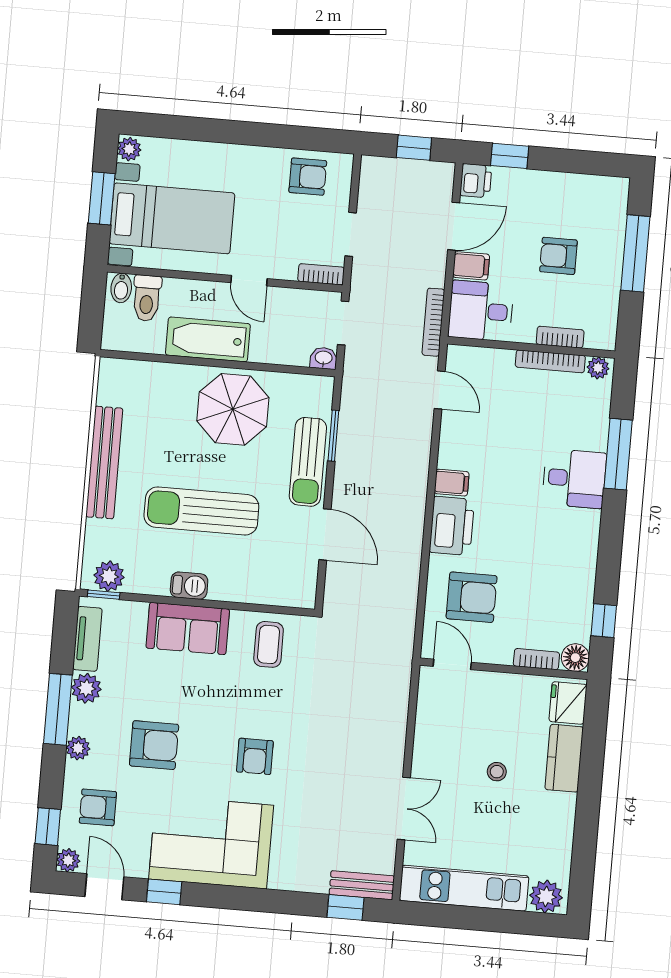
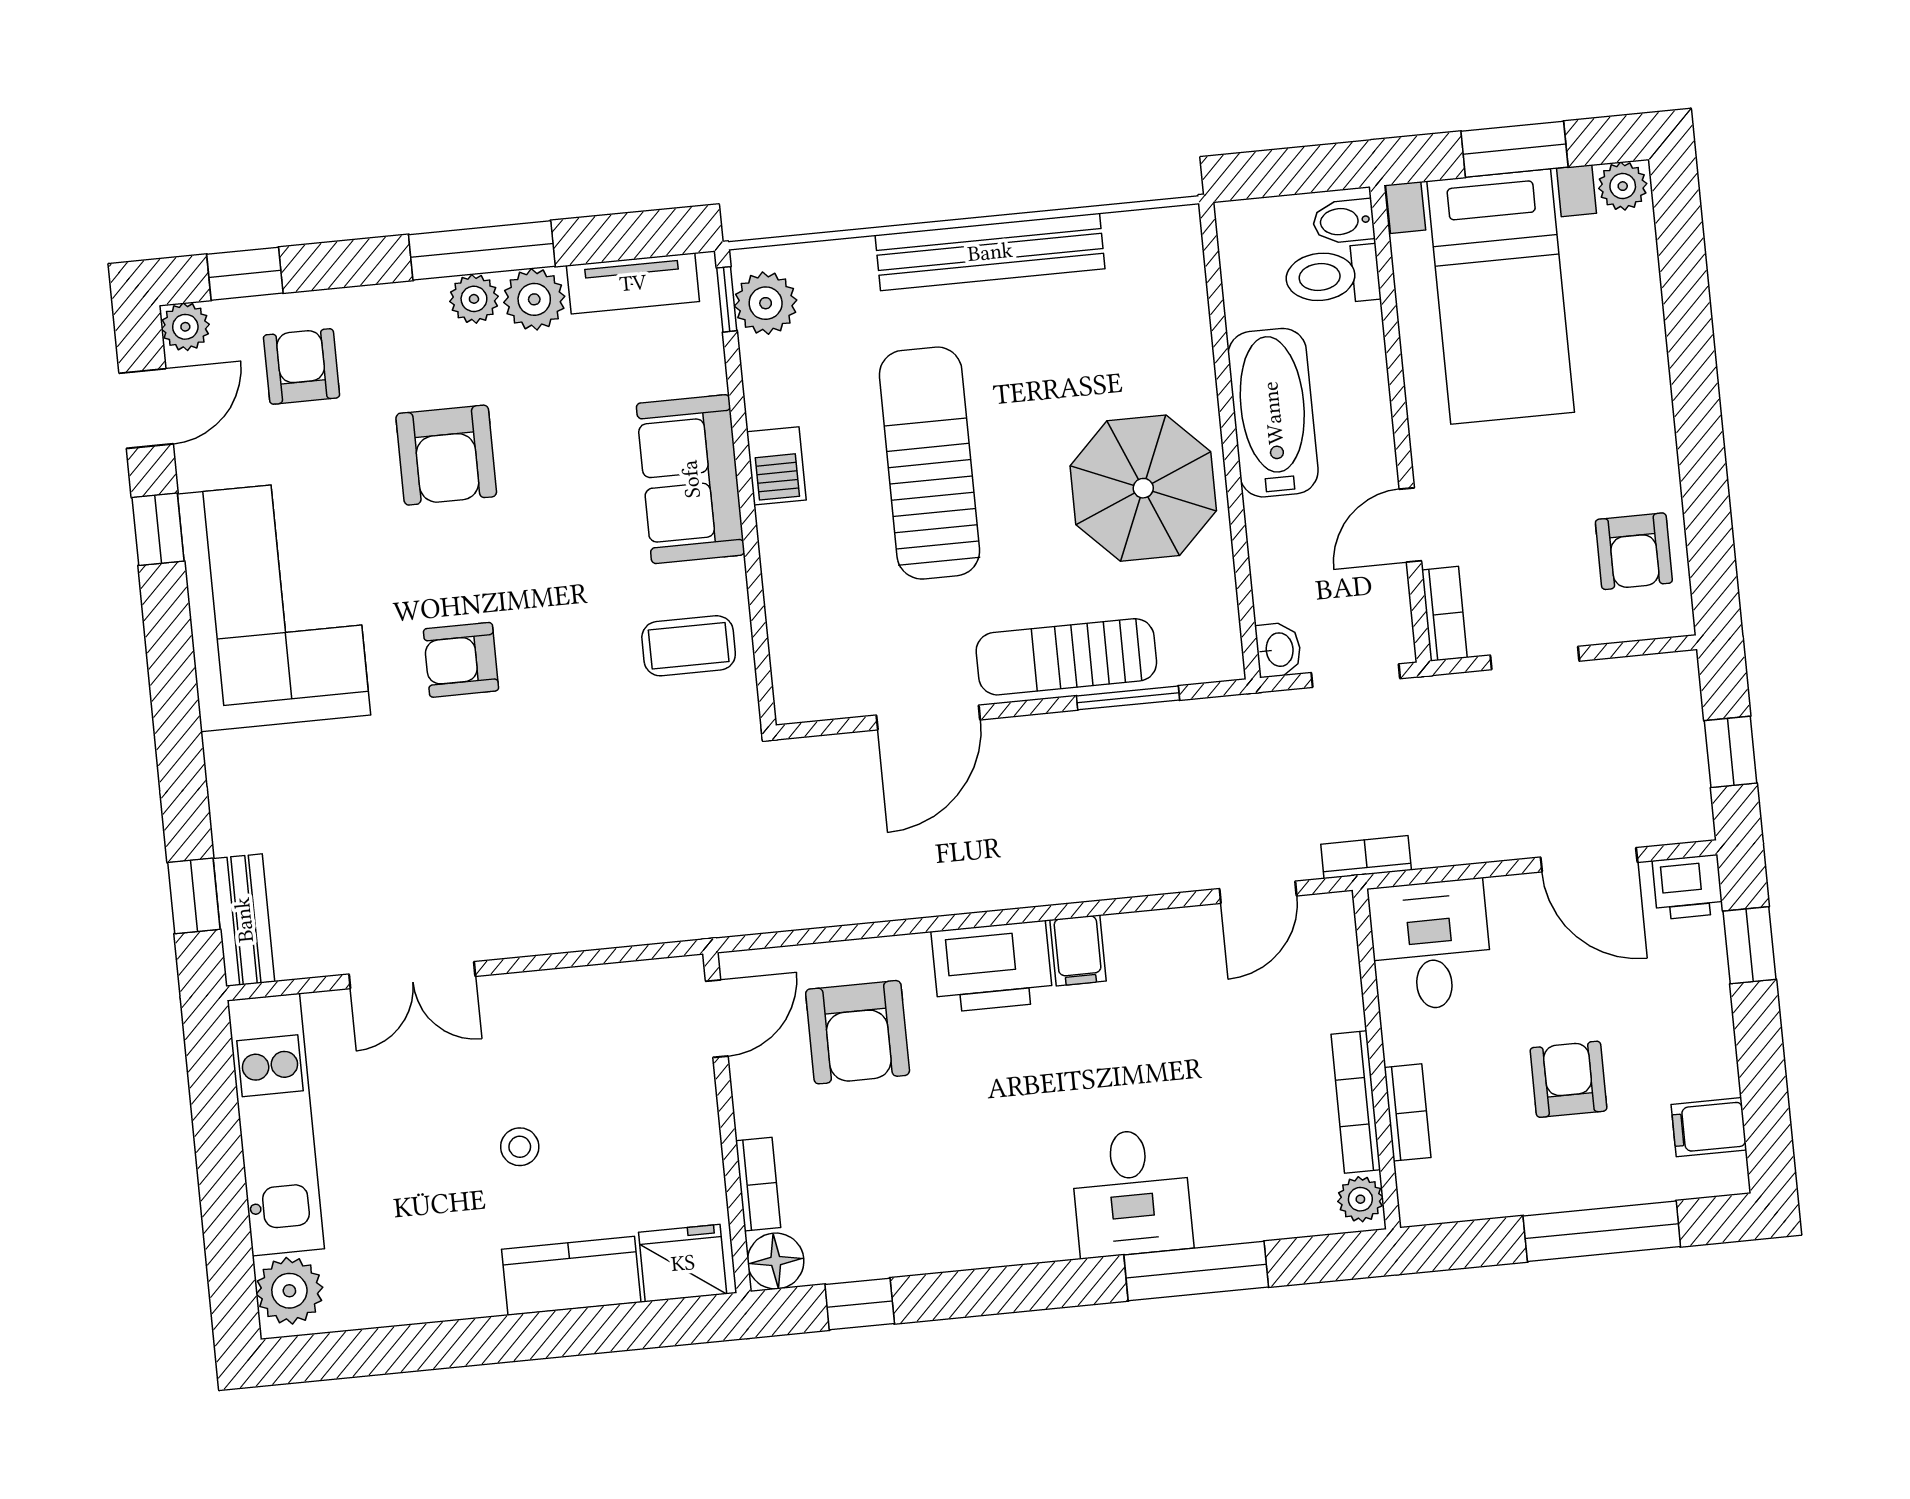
filing cabinet: (471, 266) -> (1709, 1127), moved, turned 90
door: (249, 281) -> (1410, 525), moved
bookcase: (433, 322) -> (1366, 857), width x0.64
plant: (78, 748) -> (474, 299), moved

